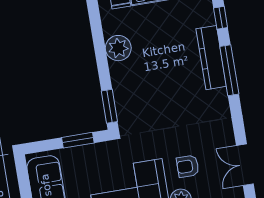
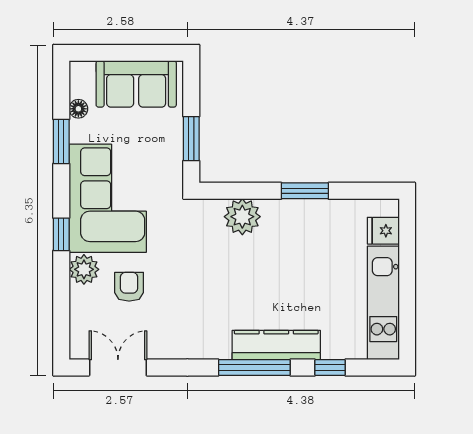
plant: (118, 48) -> (242, 217), moved
window: (109, 106) -> (305, 191), moved

